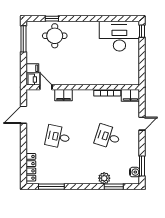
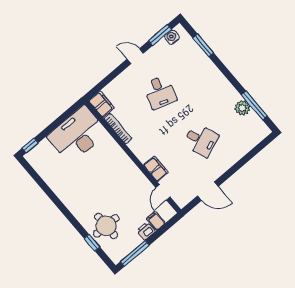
desk: (119, 36) -> (77, 135), moved, turned 90
printer: (31, 79) -> (146, 231), moved
door: (142, 124) -> (135, 56), moved
desk: (58, 137) -> (201, 140), turned -33
locker: (31, 167) -> (252, 141), removed
plant: (104, 178) -> (242, 108), moved

